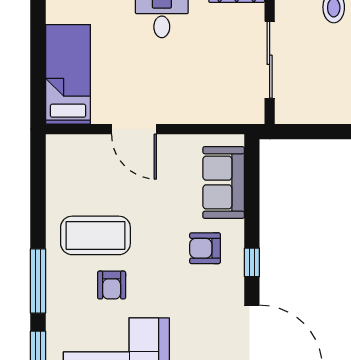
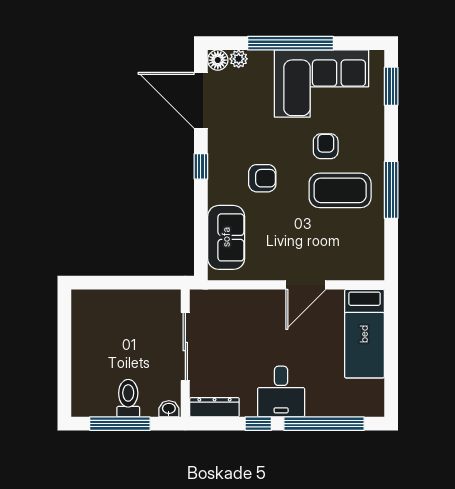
door: (134, 129) -> (306, 285), swing flipped
armchair: (205, 248) -> (262, 178), moved
window: (38, 281) -> (391, 190), moved

